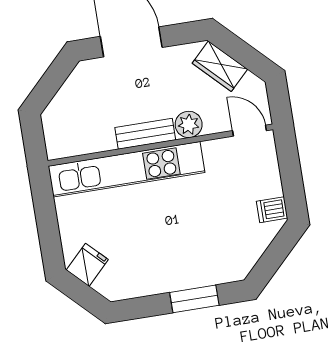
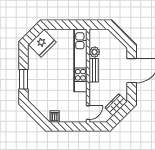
plant: (189, 124) -> (95, 52), moved
fridge: (87, 265) -> (42, 43), width x1.88, depth x1.34

